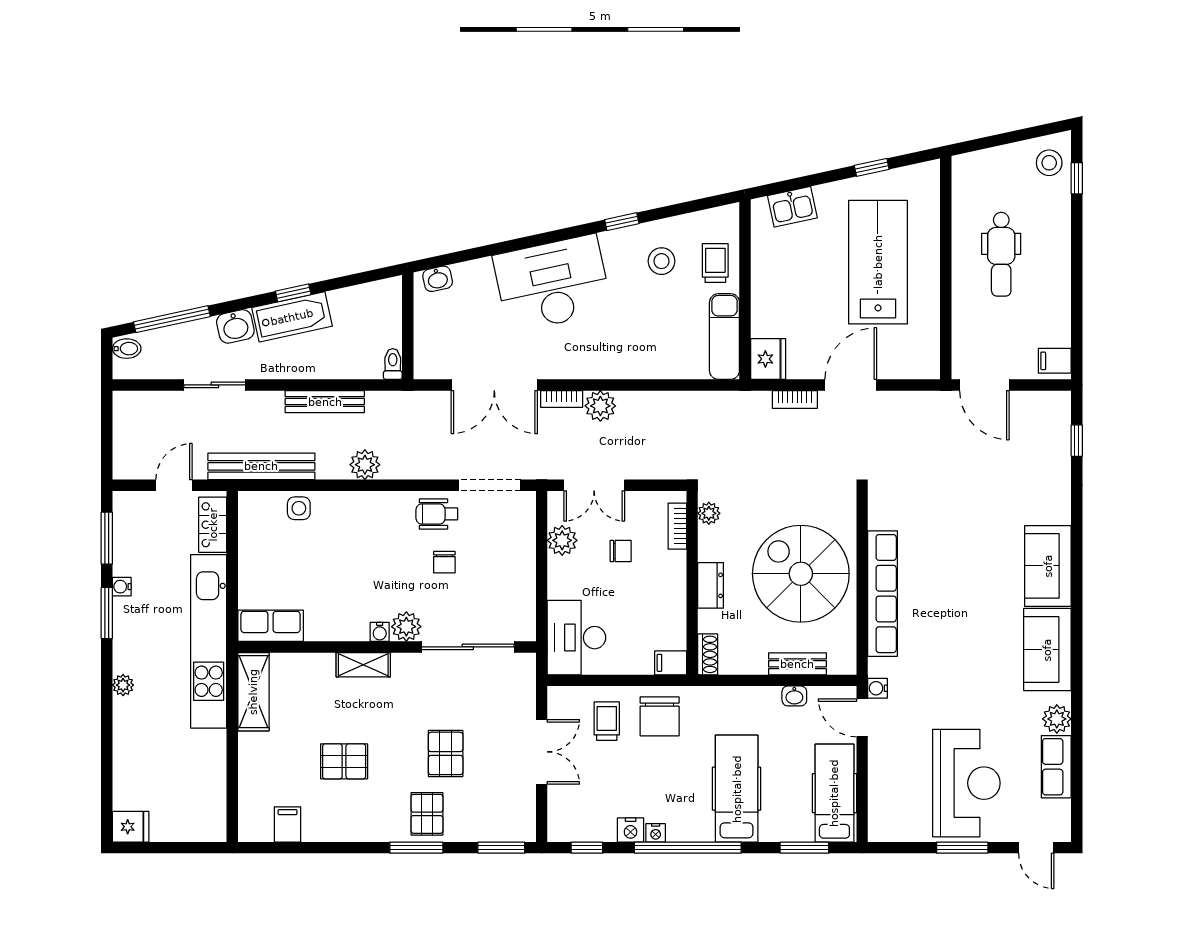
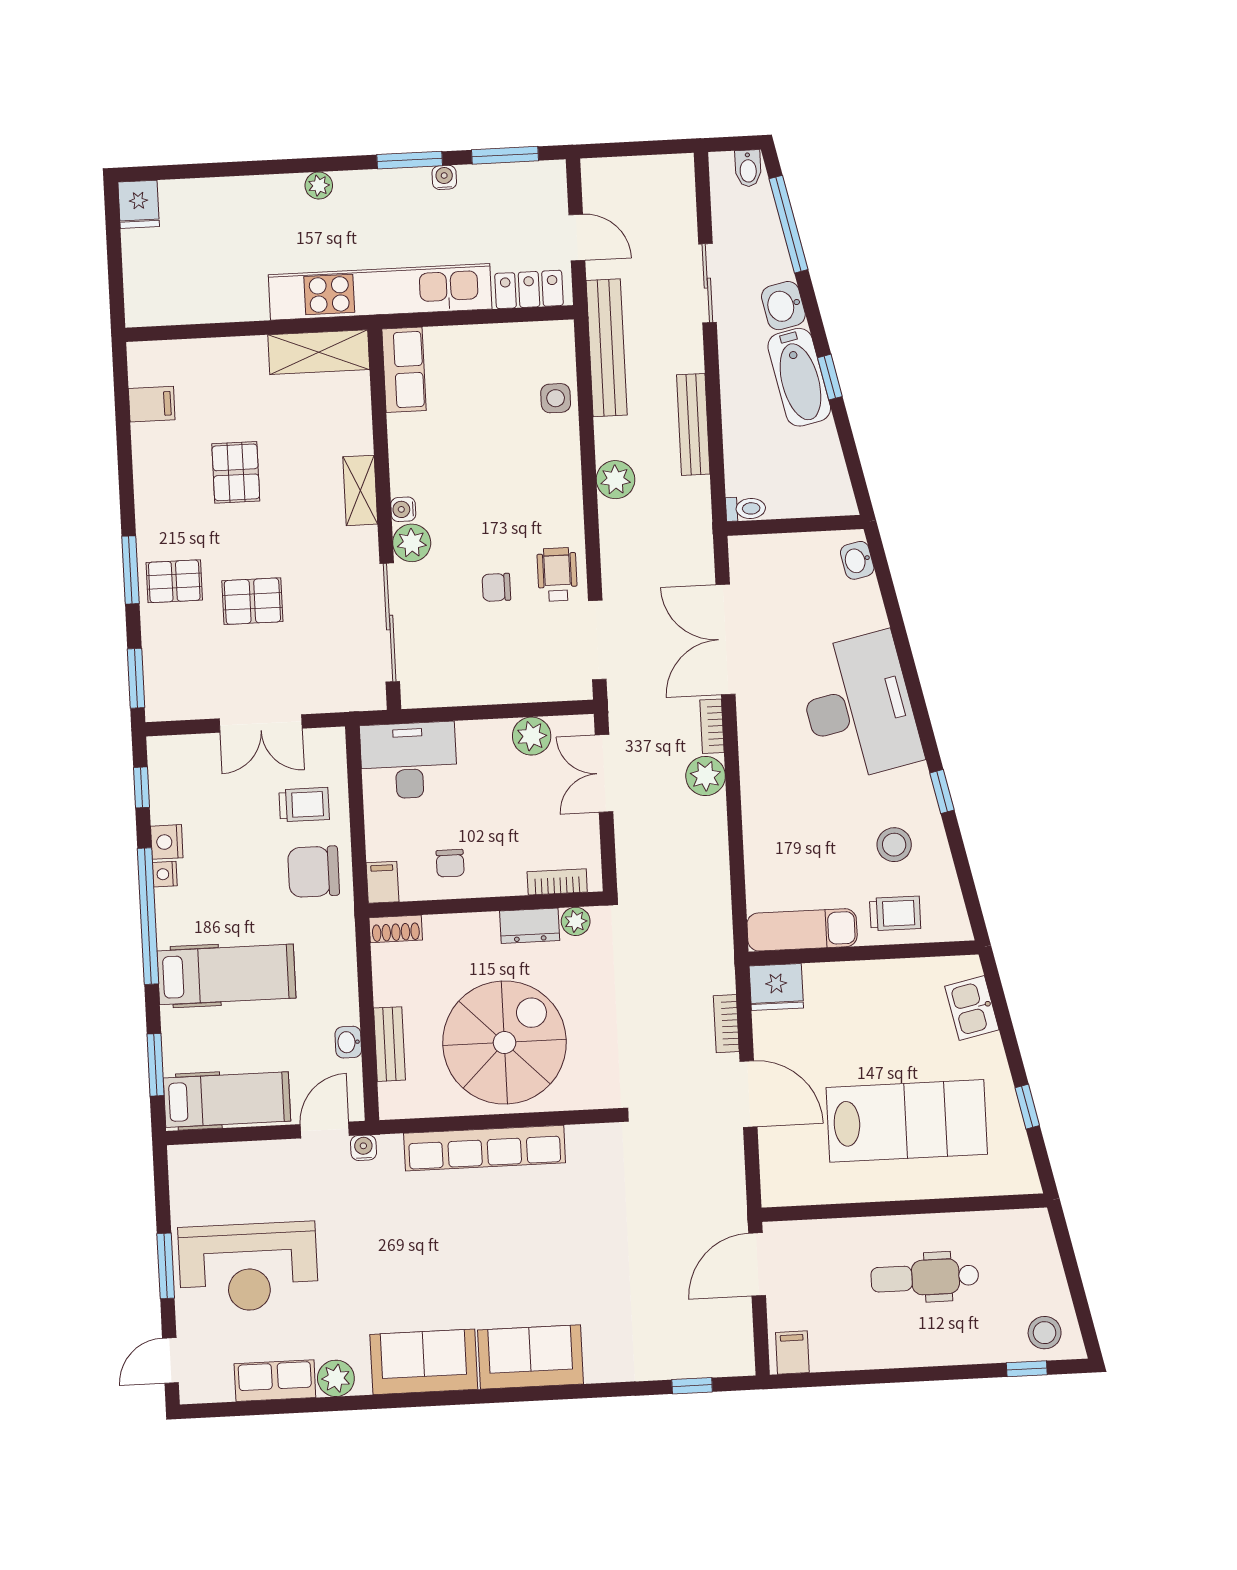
chair: (621, 551) -> (450, 863), moved
dresser: (711, 585) -> (530, 926), moved

